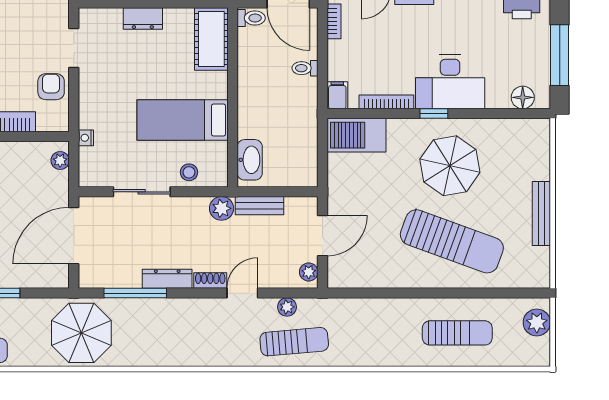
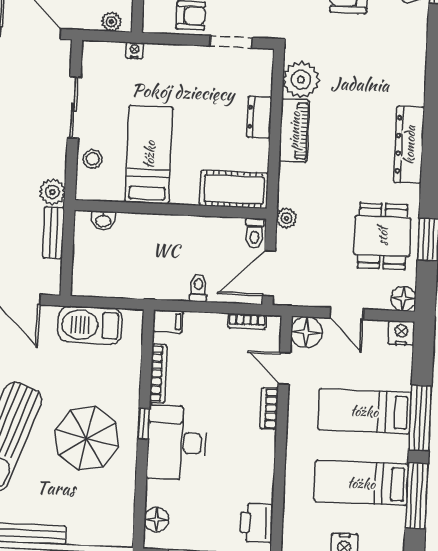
barbecue: (356, 135) -> (90, 325), moved, turned -90
washbasin: (250, 160) -> (103, 220), width x0.52, depth x0.69

